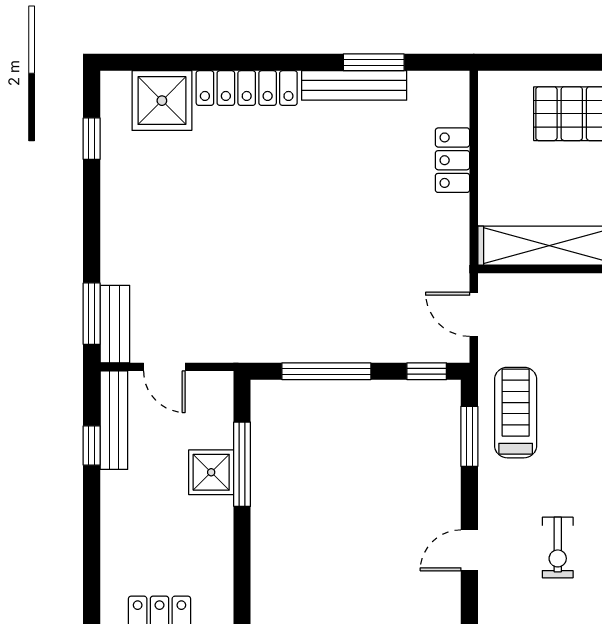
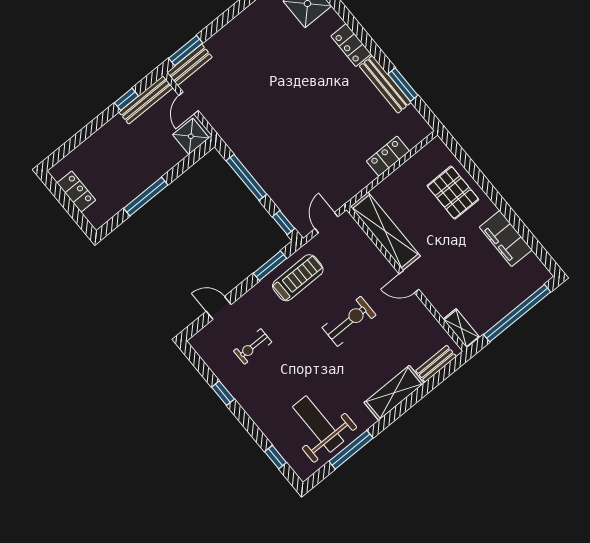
locker: (247, 88) -> (351, 45), width x0.66
window: (242, 464) -> (146, 197), moved
shower: (211, 472) -> (191, 136), moved

